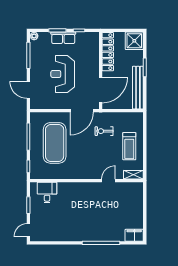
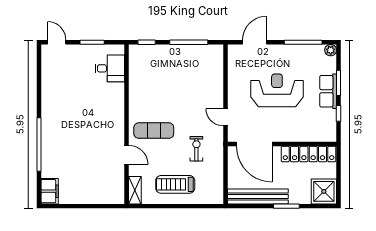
door: (82, 111) -> (225, 117), width x0.53
exercise mat: (55, 143) -> (154, 131), moved, width x0.50, depth x0.69

